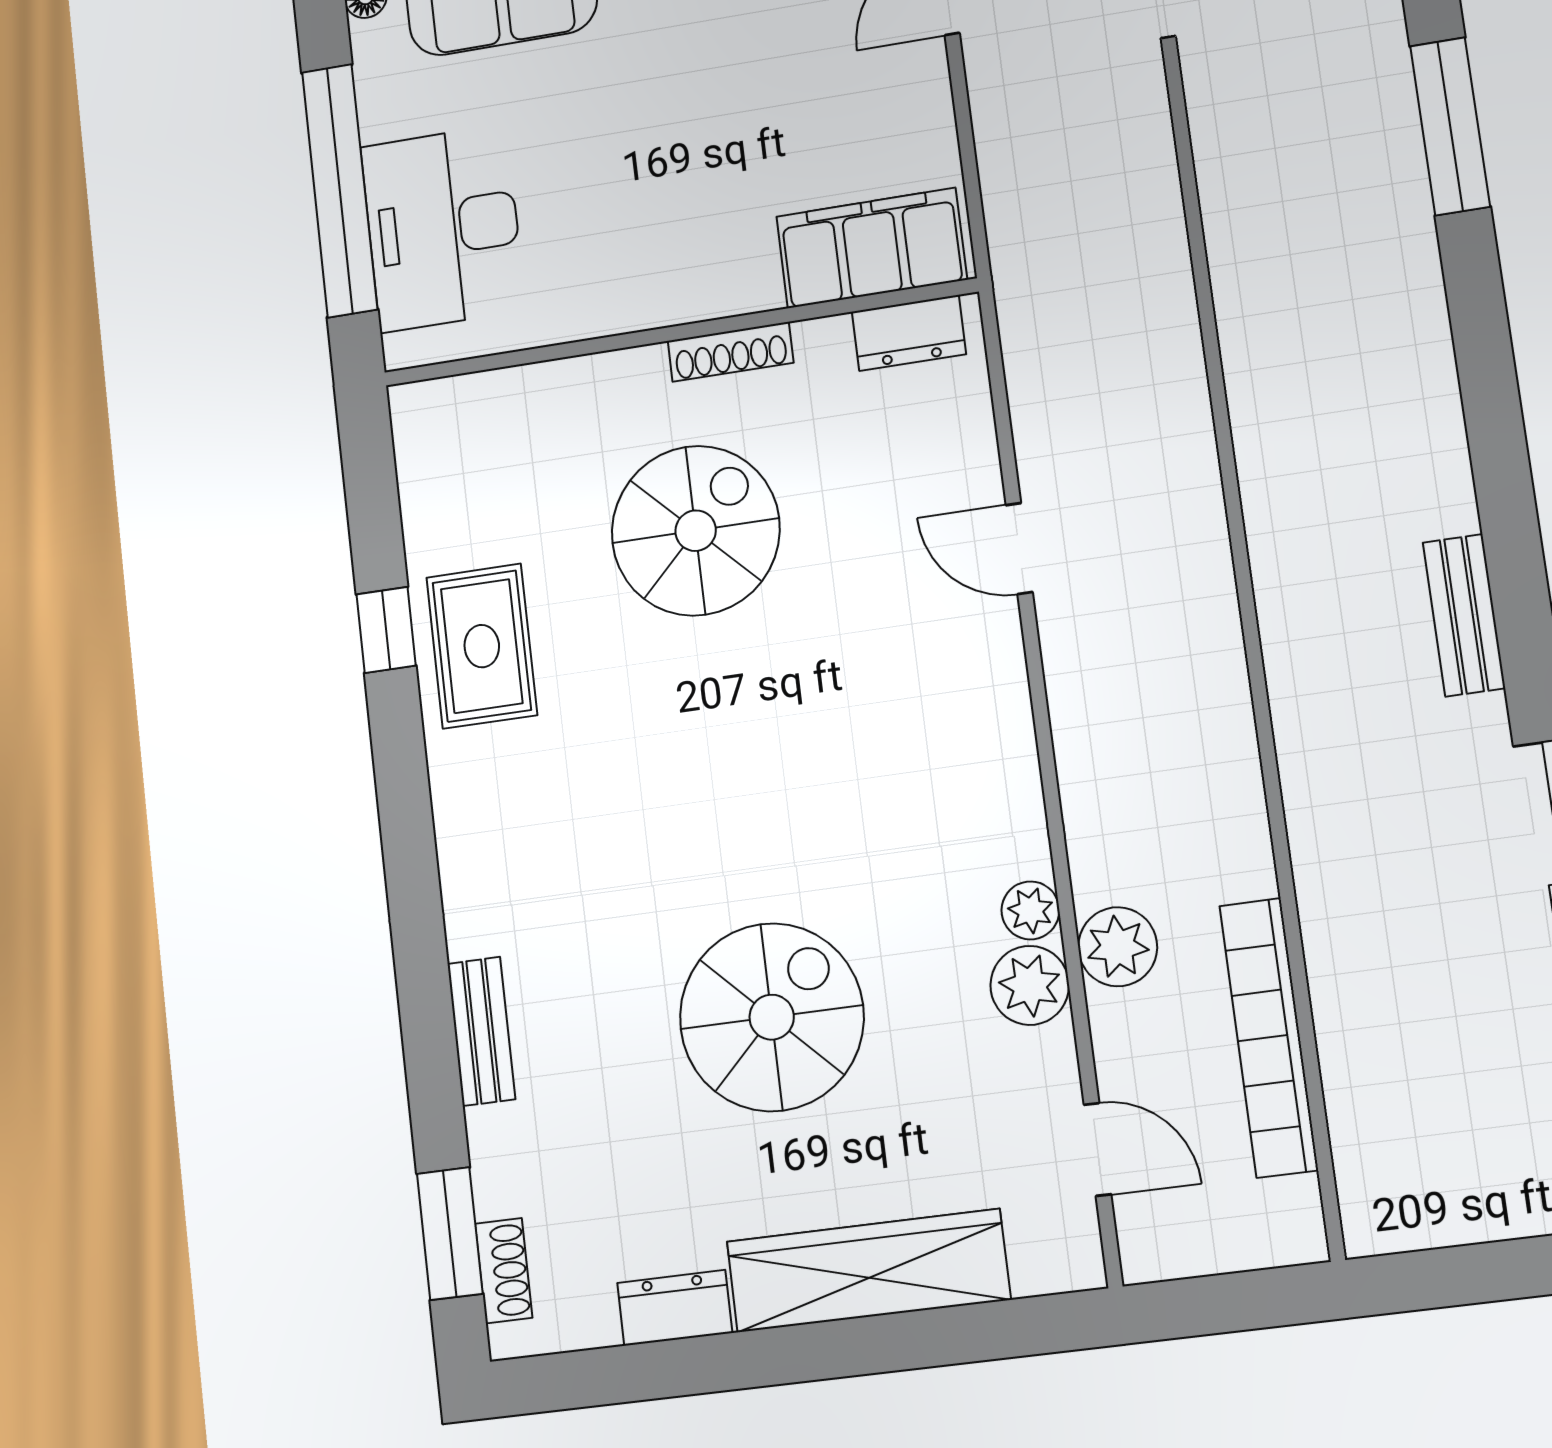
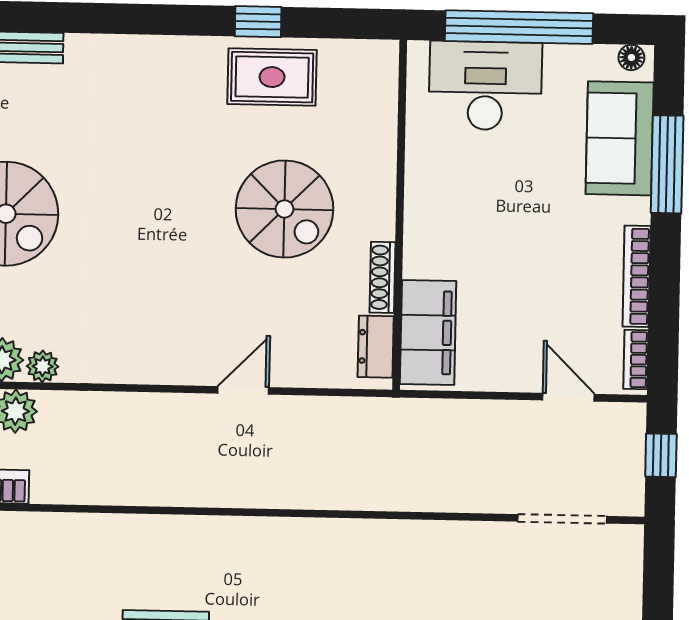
shoe rack: (731, 352) -> (382, 277), moved
rug: (482, 646) -> (272, 77), moved

